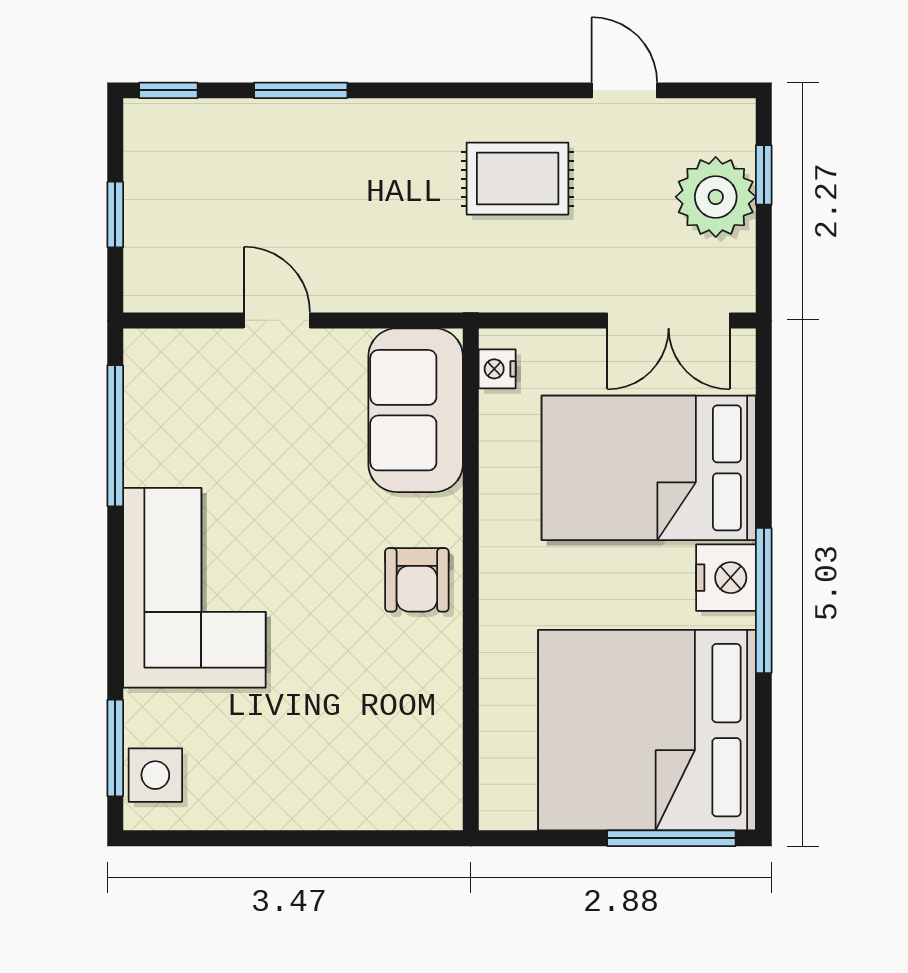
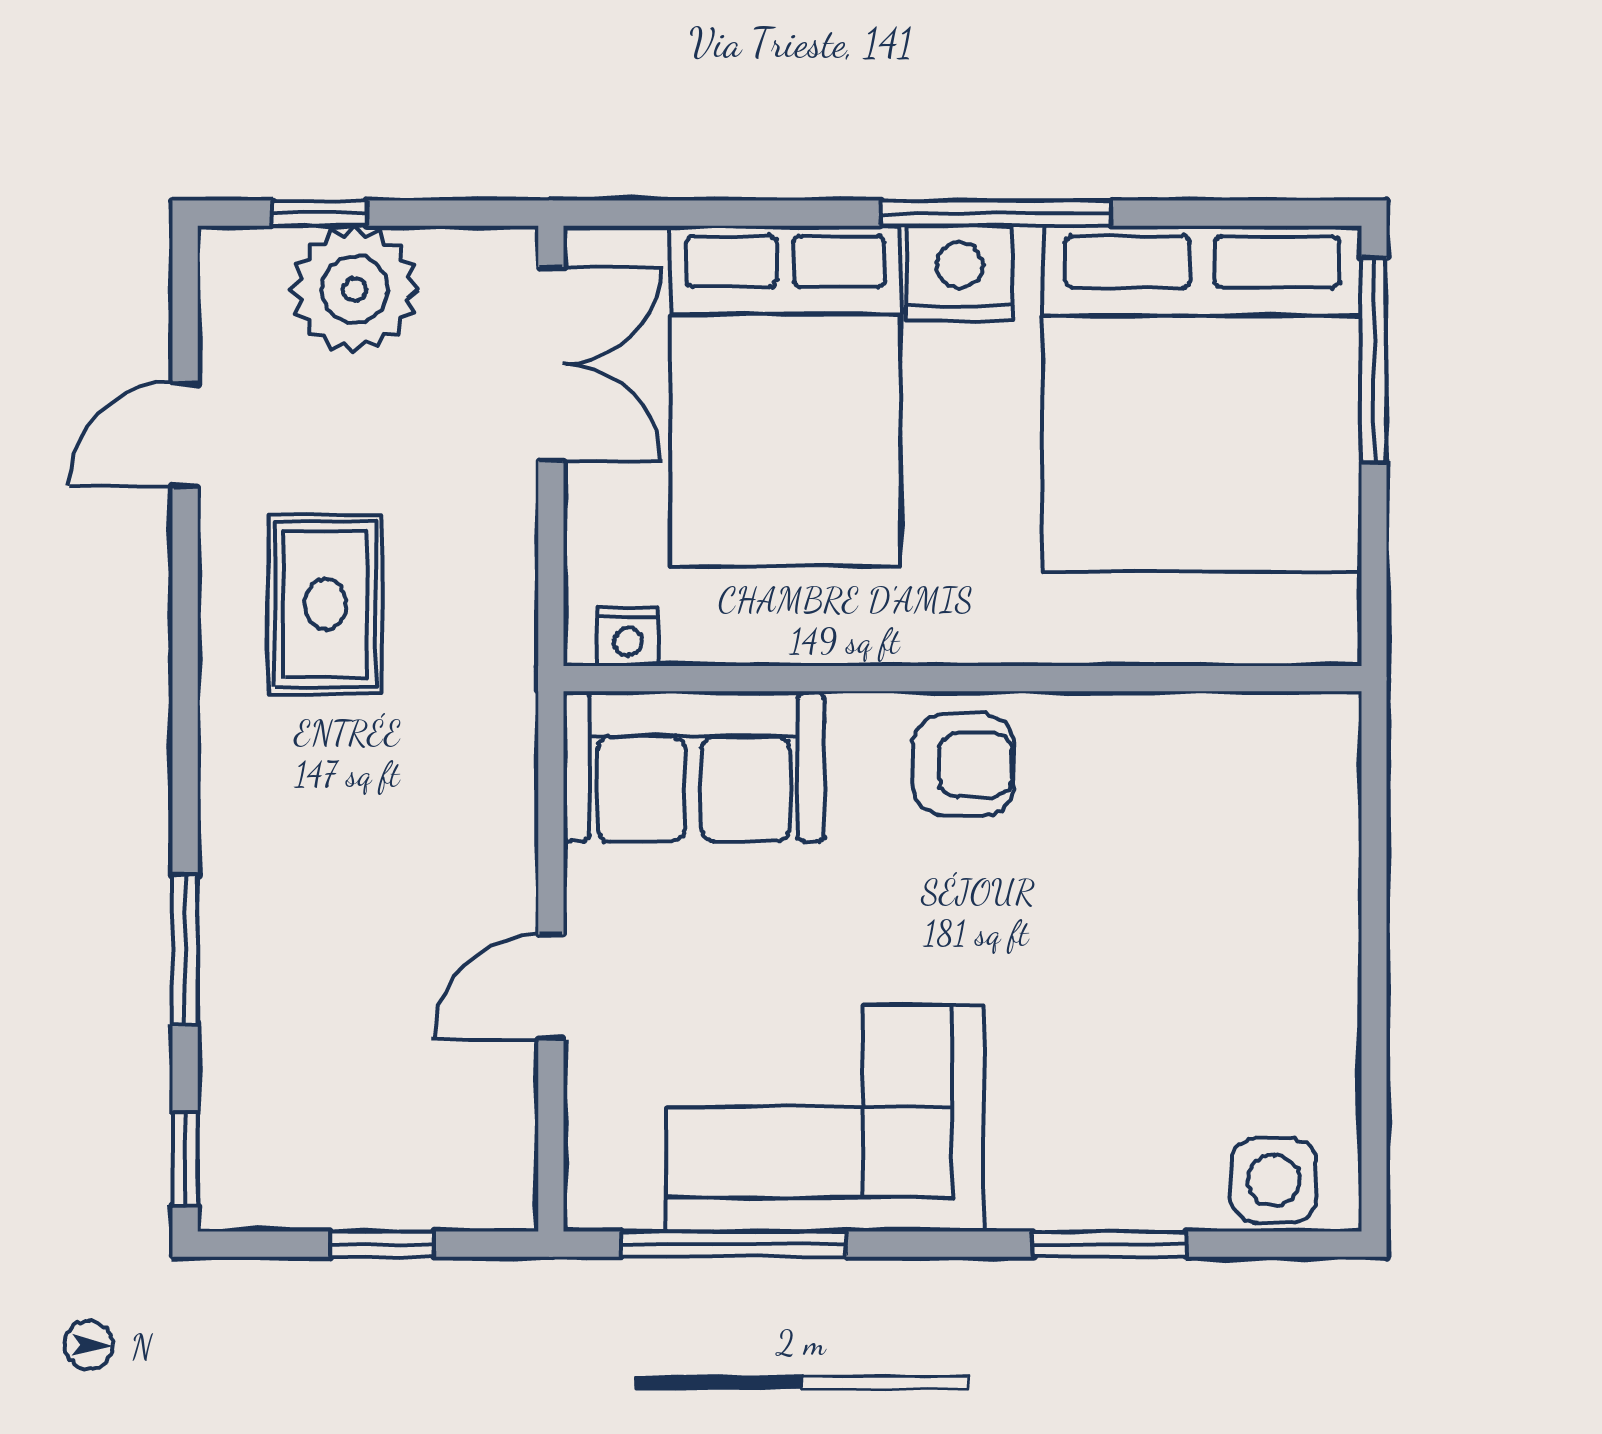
corner sofa: (194, 588) -> (825, 1118), moved
window: (115, 748) -> (1109, 1244), moved

